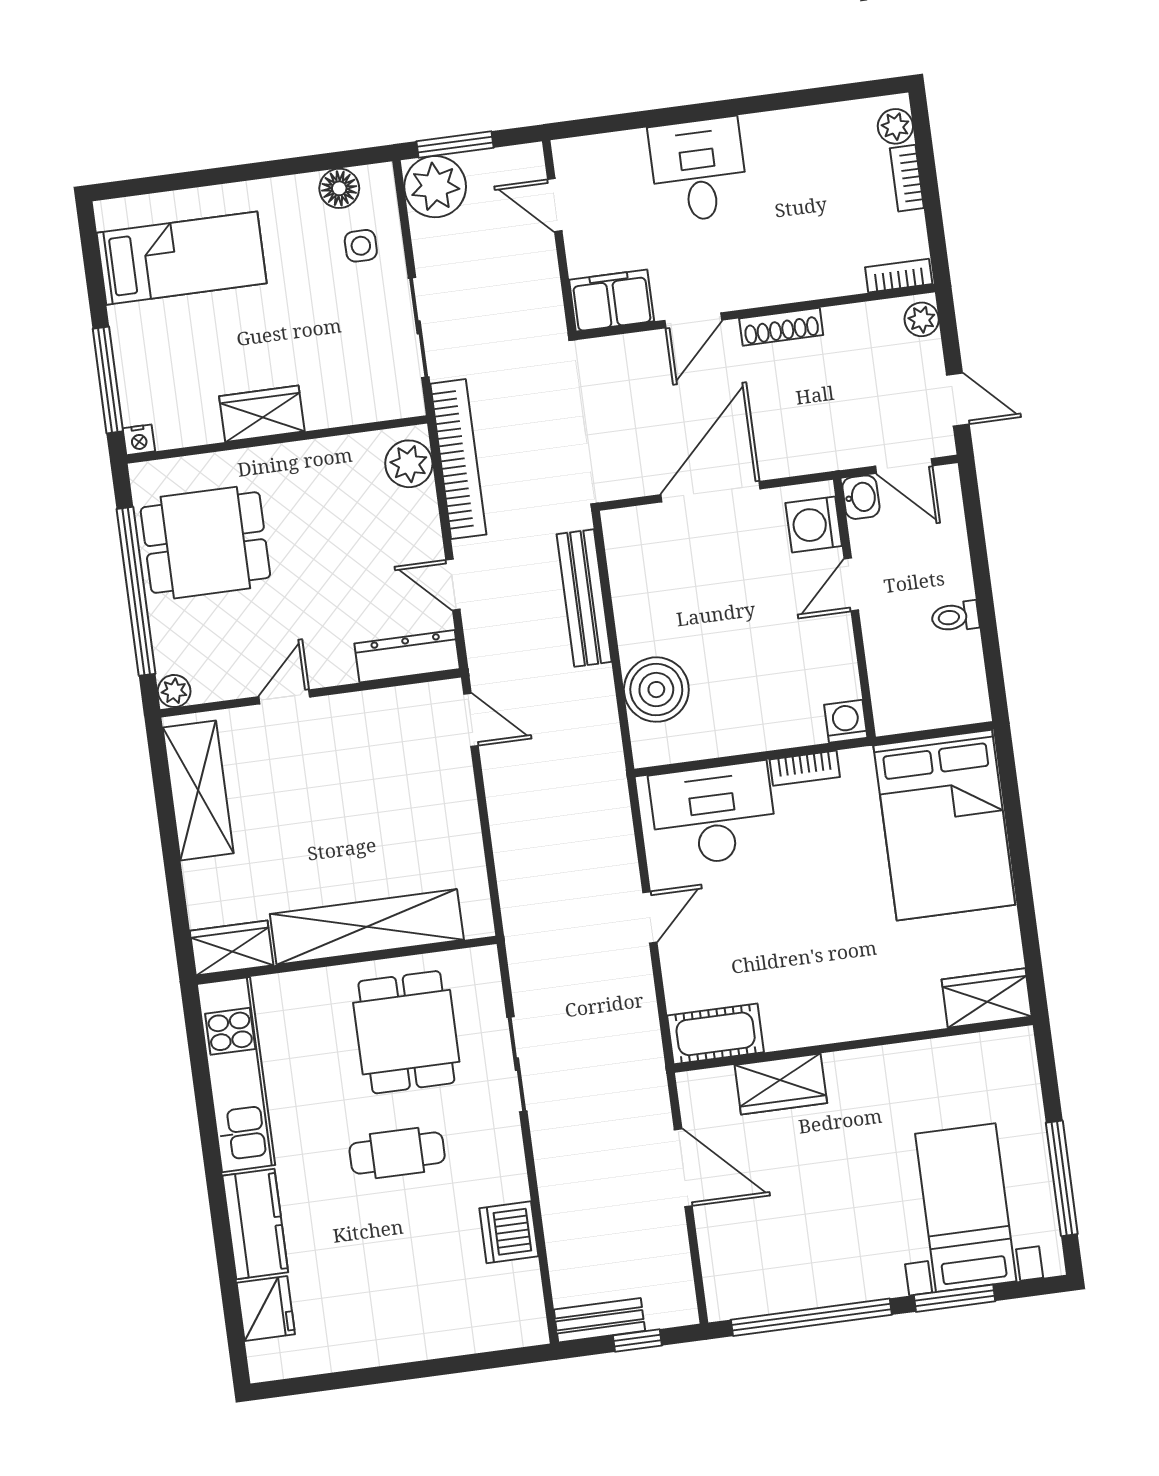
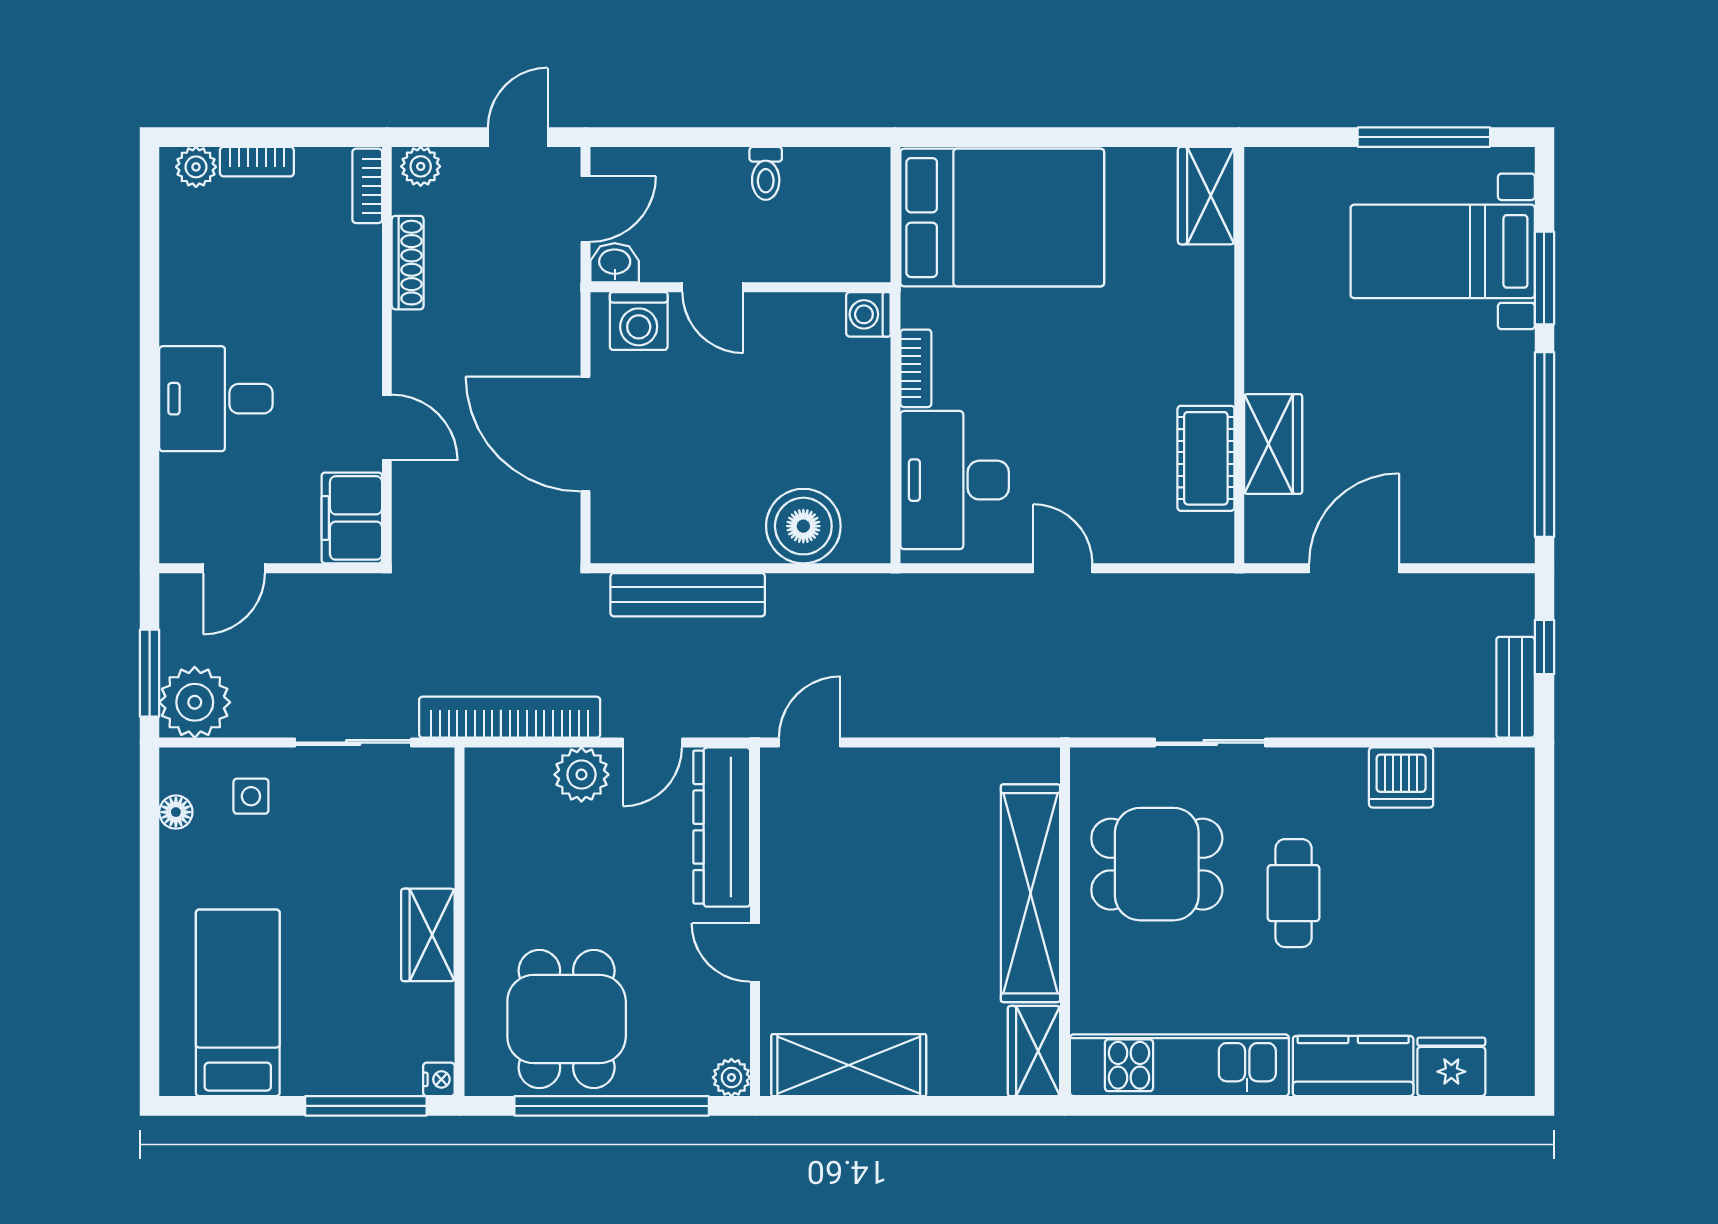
floor lamp: (339, 188) -> (176, 812), width x0.73, depth x0.73
shoe rack: (781, 327) -> (408, 263), moved
plant: (409, 464) -> (581, 775), moved
dresser: (407, 656) -> (722, 827), width x1.37, depth x1.24
cot: (716, 1034) -> (1206, 458), moved

